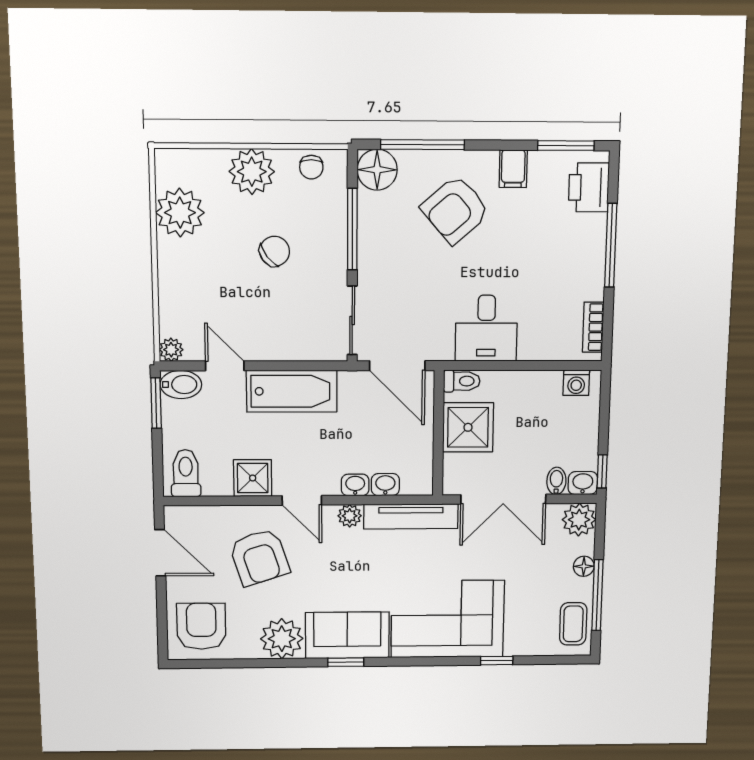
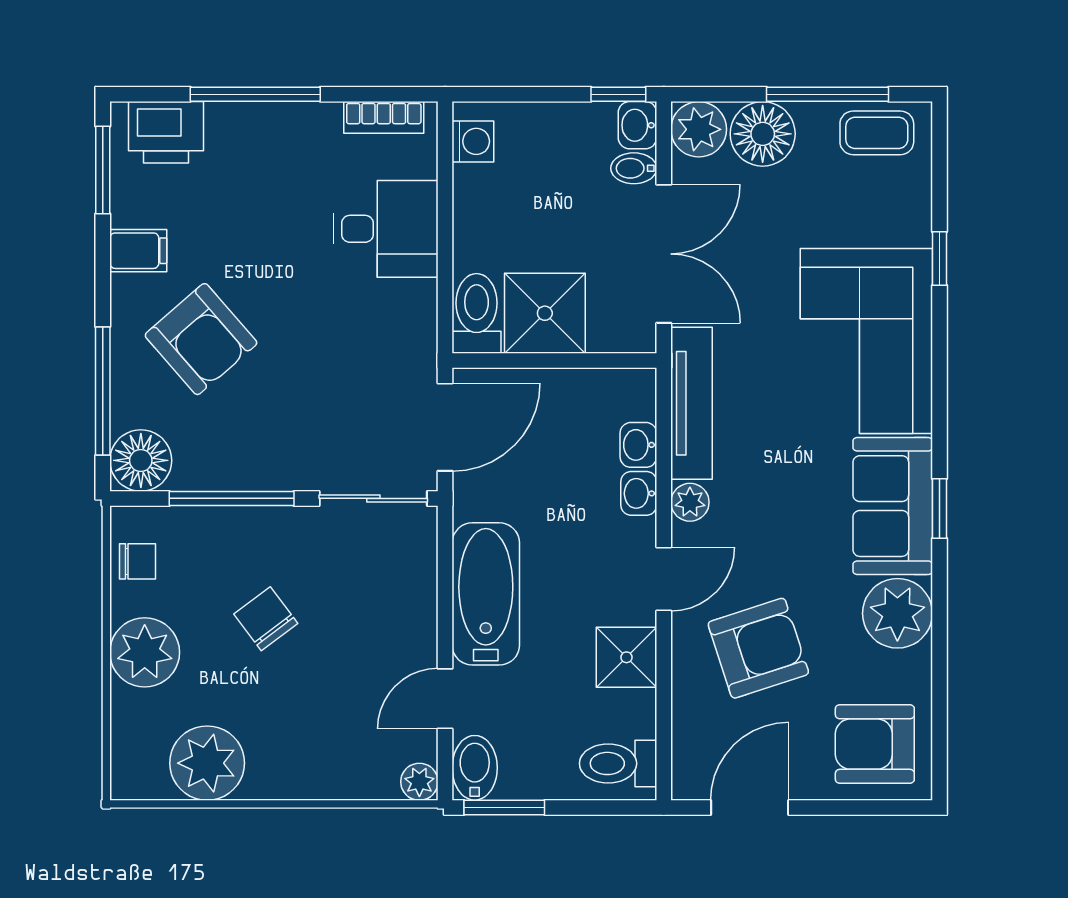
desk: (486, 328) -> (386, 229), moved
toilet: (462, 381) -> (477, 313), width x1.37, depth x1.39
floor lamp: (584, 566) -> (763, 134), width x1.89, depth x1.89

